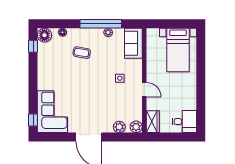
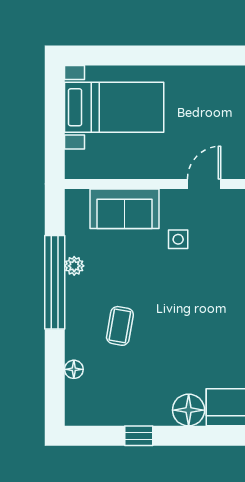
floor lamp: (44, 35) -> (189, 410), moved
sofa: (133, 43) -> (125, 209), moved
window: (33, 46) -> (139, 436), moved

